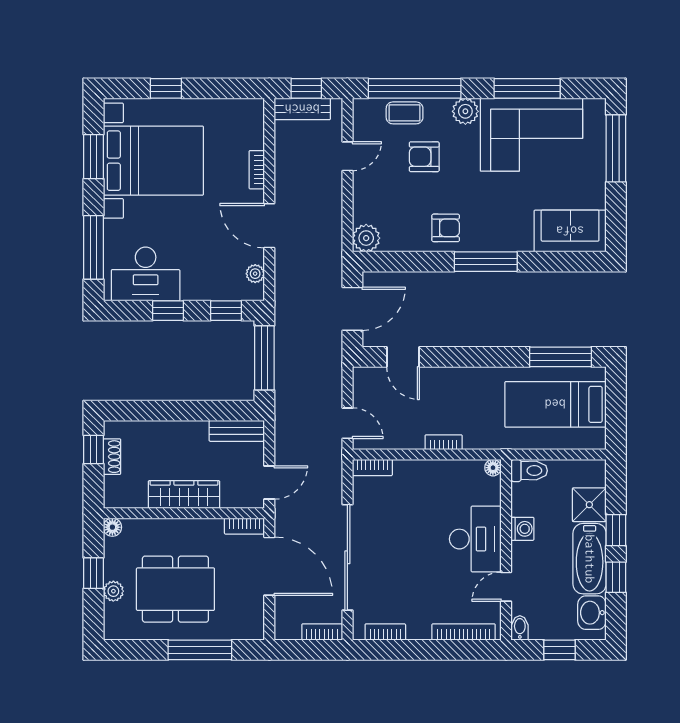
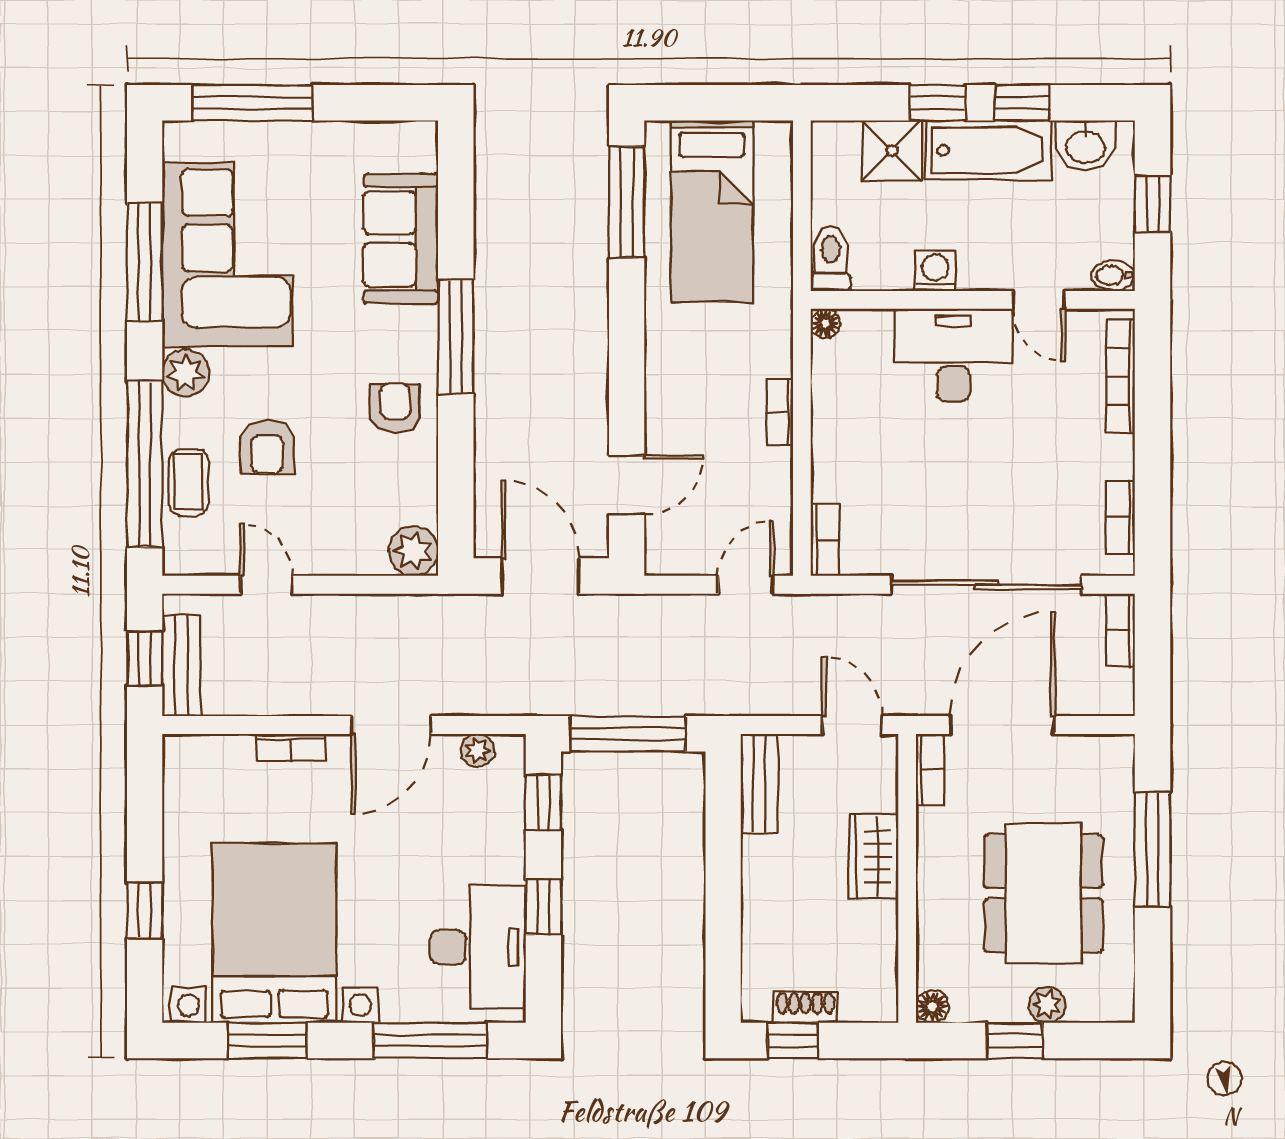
sofa: (570, 231) -> (401, 239), moved
wardrobe: (184, 494) -> (874, 857), width x0.67

